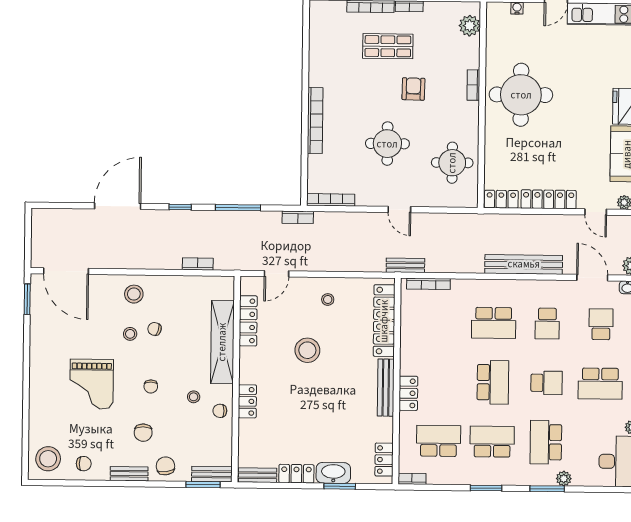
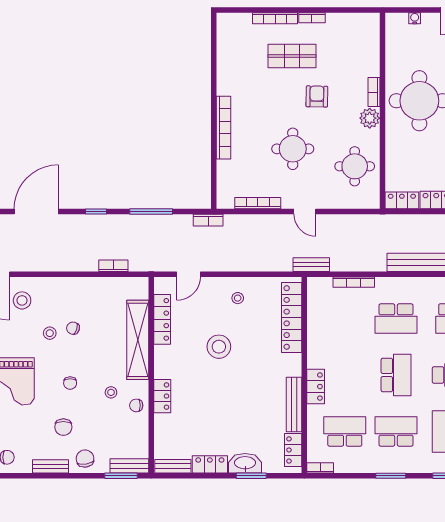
plant: (470, 26) -> (370, 118), moved
bookcase: (331, 200) -> (258, 203), moved
bookcase: (428, 284) -> (354, 282), moved
stool: (134, 294) -> (22, 300), moved
bench: (386, 388) -> (294, 405), moved

